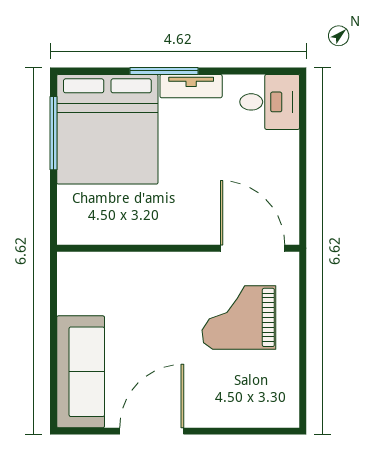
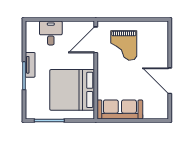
desk: (270, 102) -> (51, 33), moved
bed: (107, 129) -> (72, 90), moved, turned 180
sofa: (81, 372) -> (120, 109), moved

